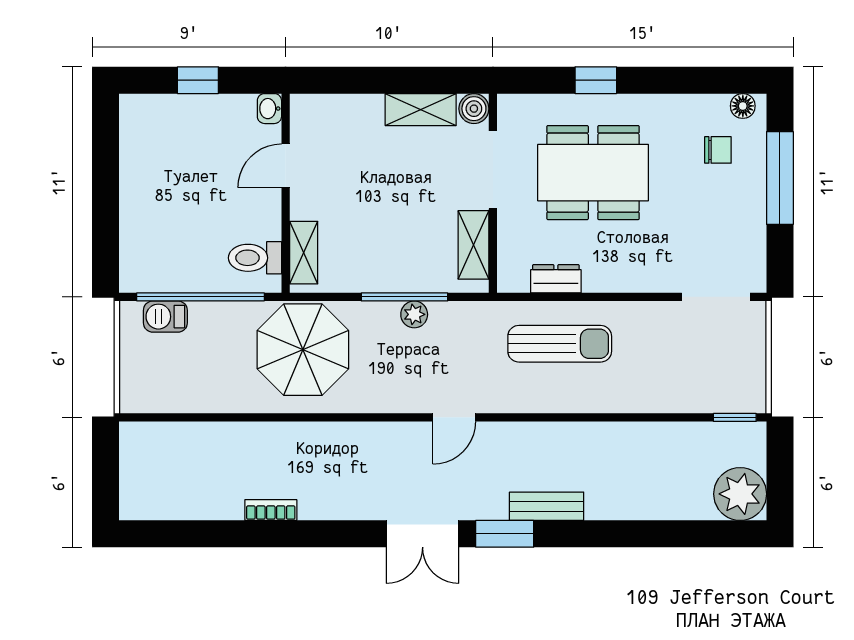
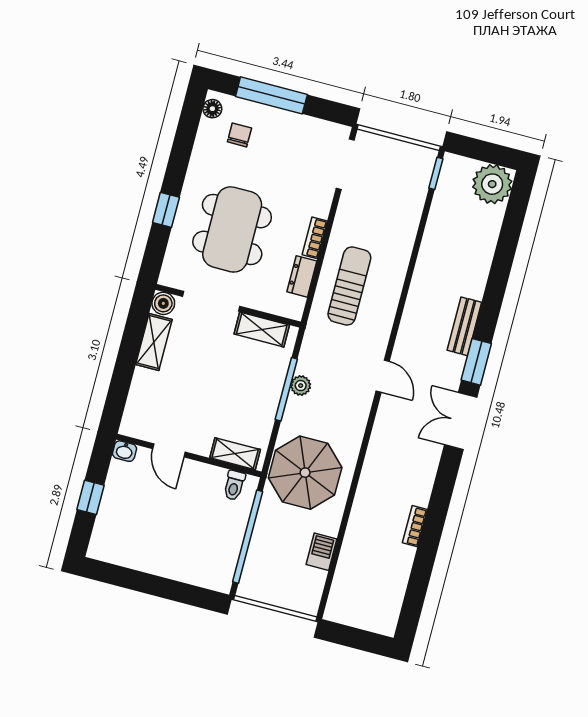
toilet: (255, 258) -> (234, 485), width x0.73, depth x0.72
bookcase: (610, 282) -> (315, 238), added
barbecue: (165, 317) -> (321, 552), moved, turned 180
double door: (423, 534) -> (461, 421), swing flipped

